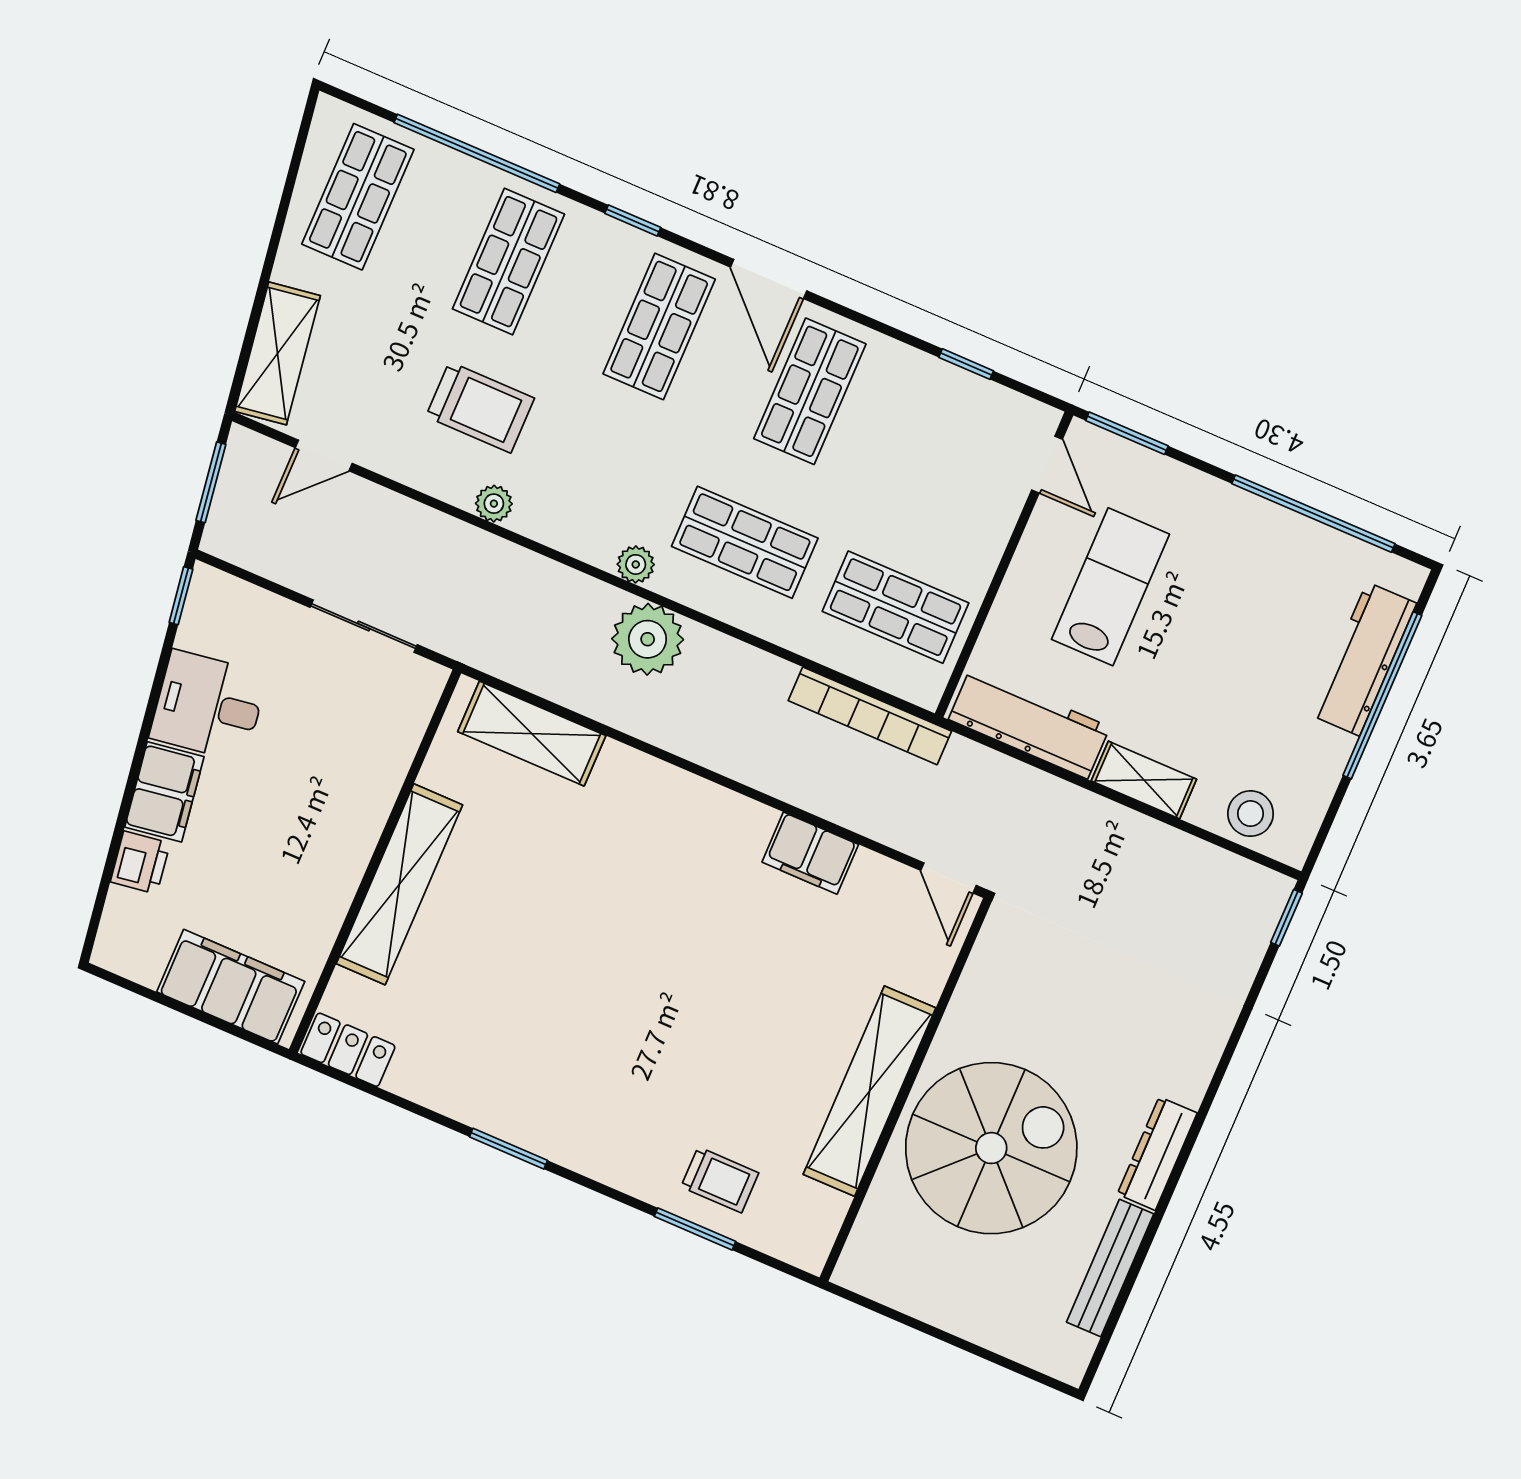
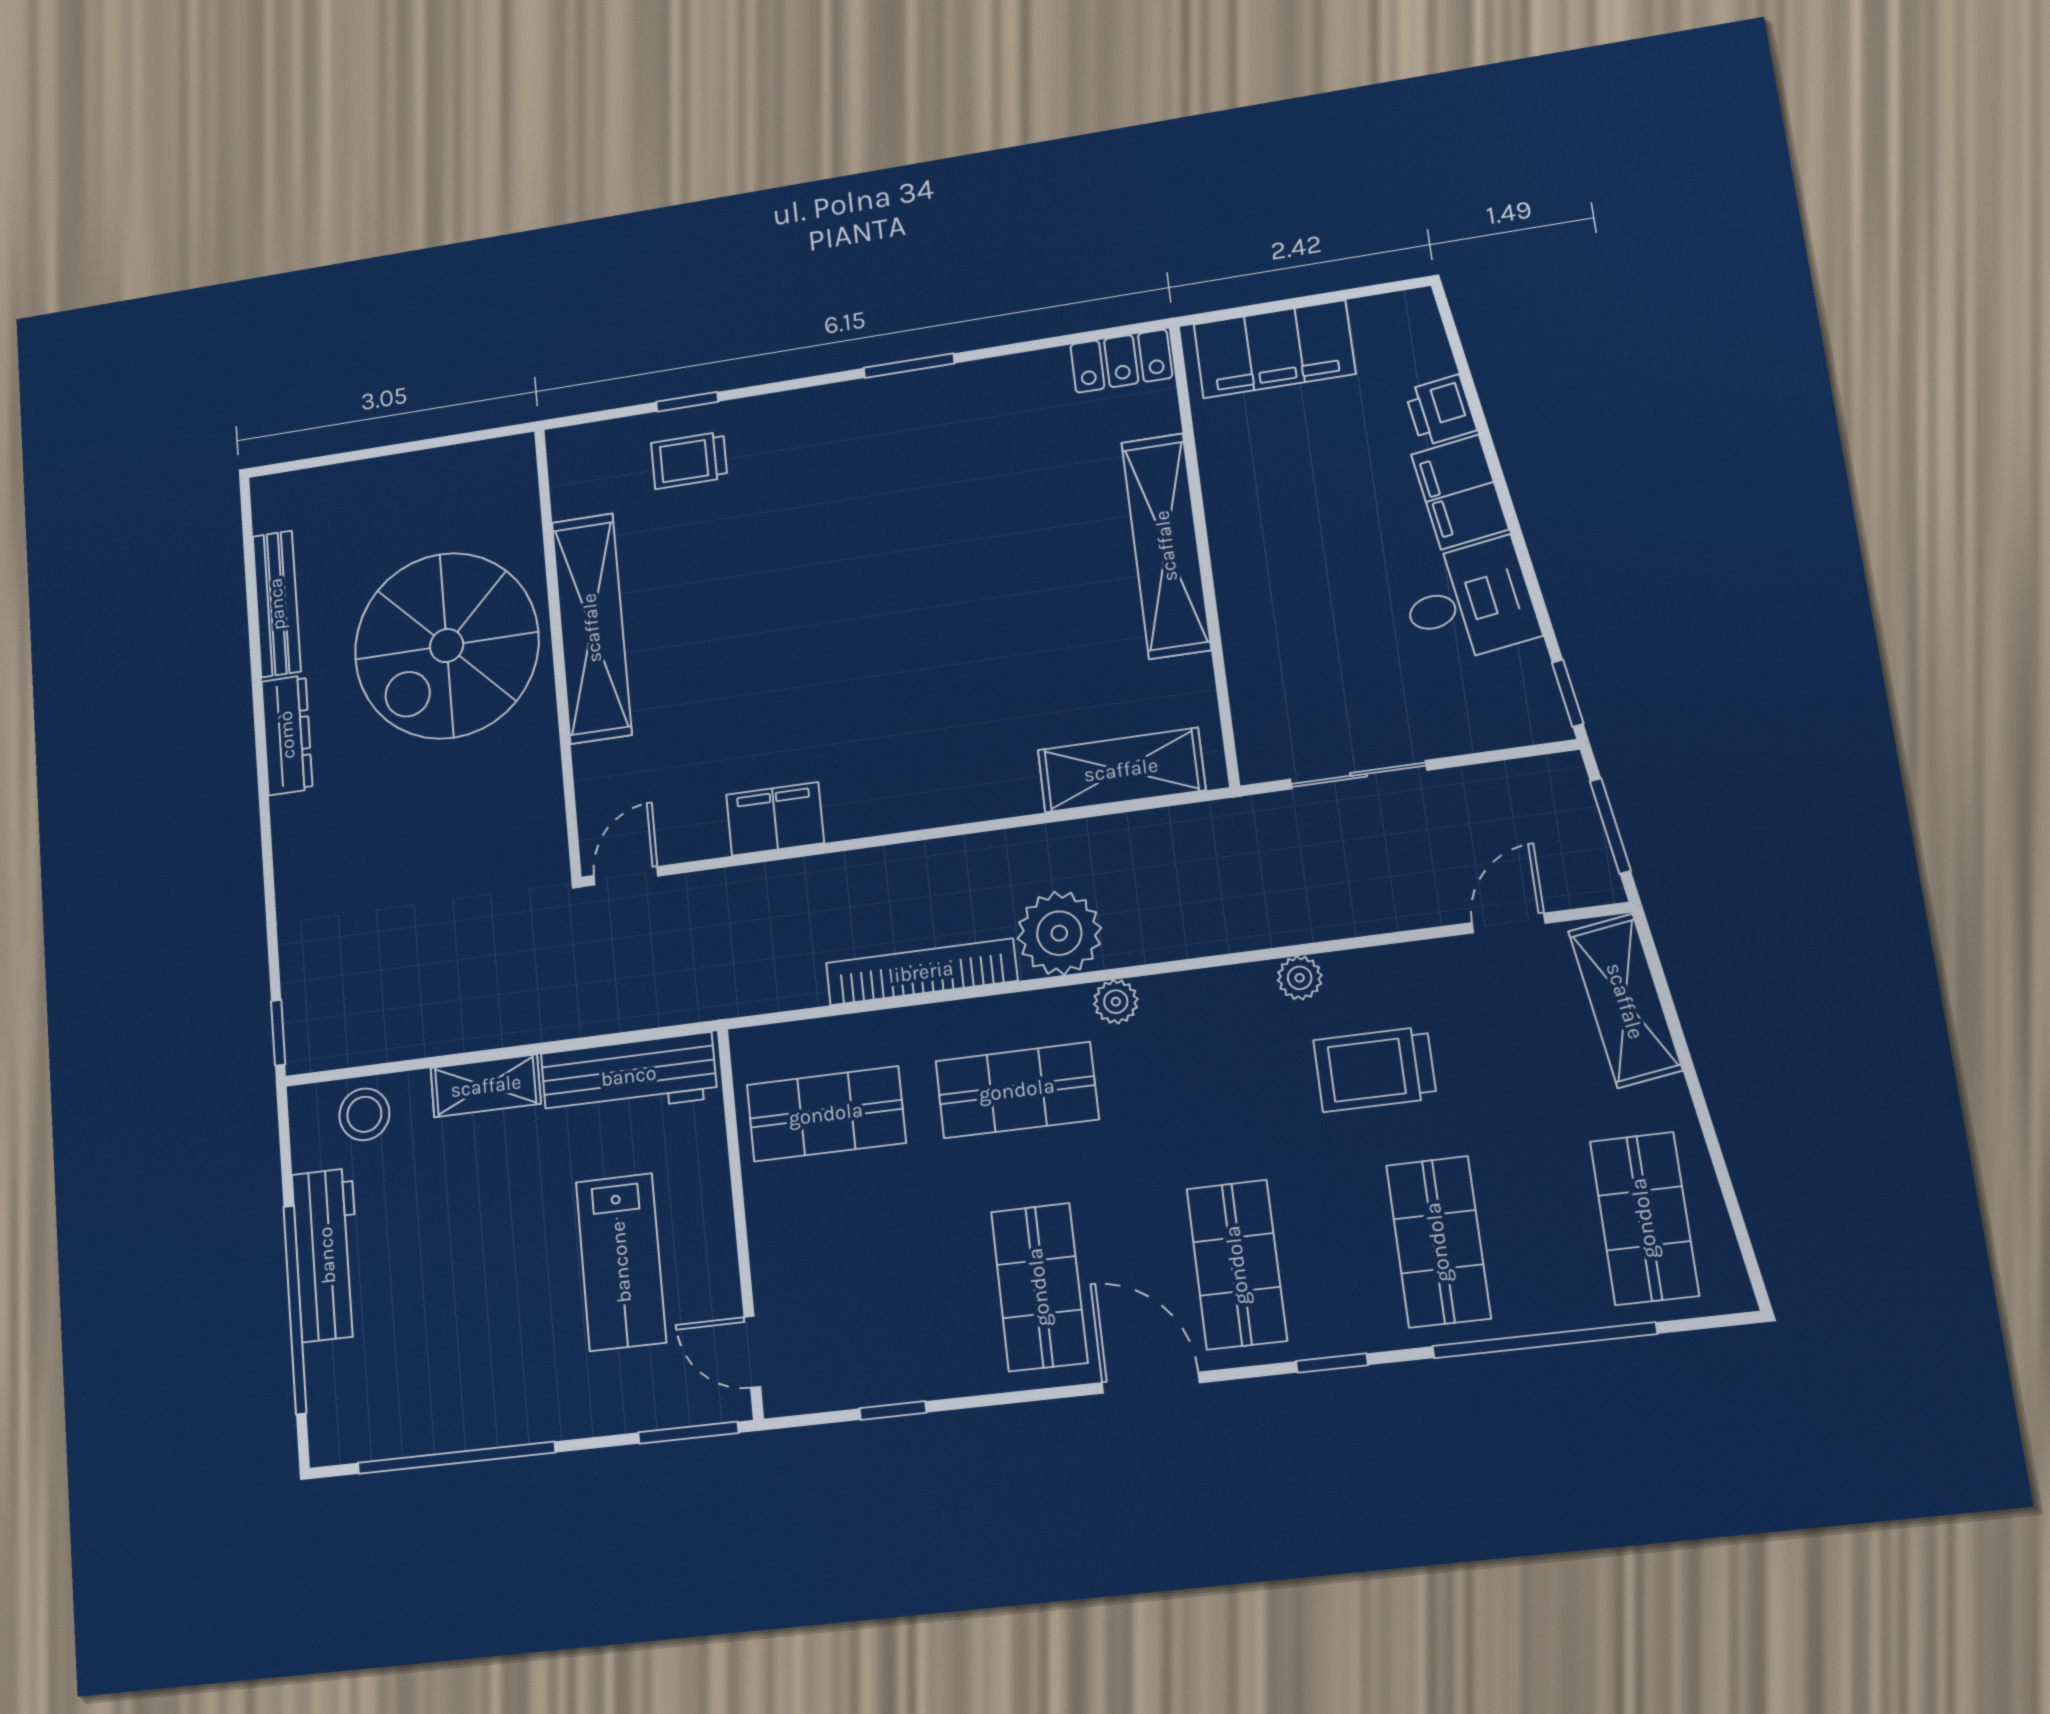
workbench: (1363, 659) -> (327, 1255), moved
bookcase: (870, 716) -> (921, 972), moved
door: (948, 878) -> (626, 876), hinge flipped
window: (695, 1229) -> (687, 402), width x0.67

